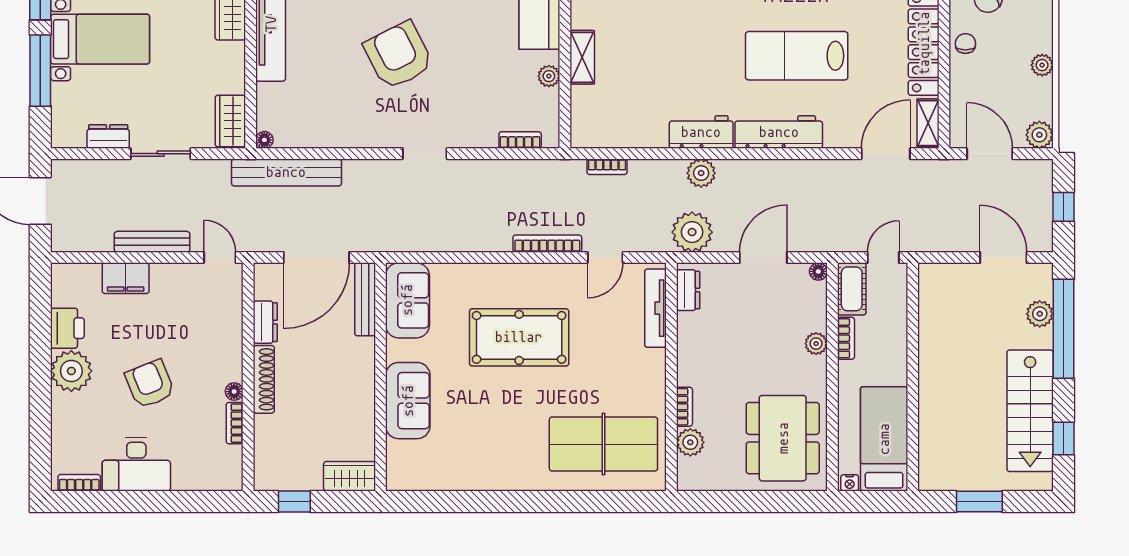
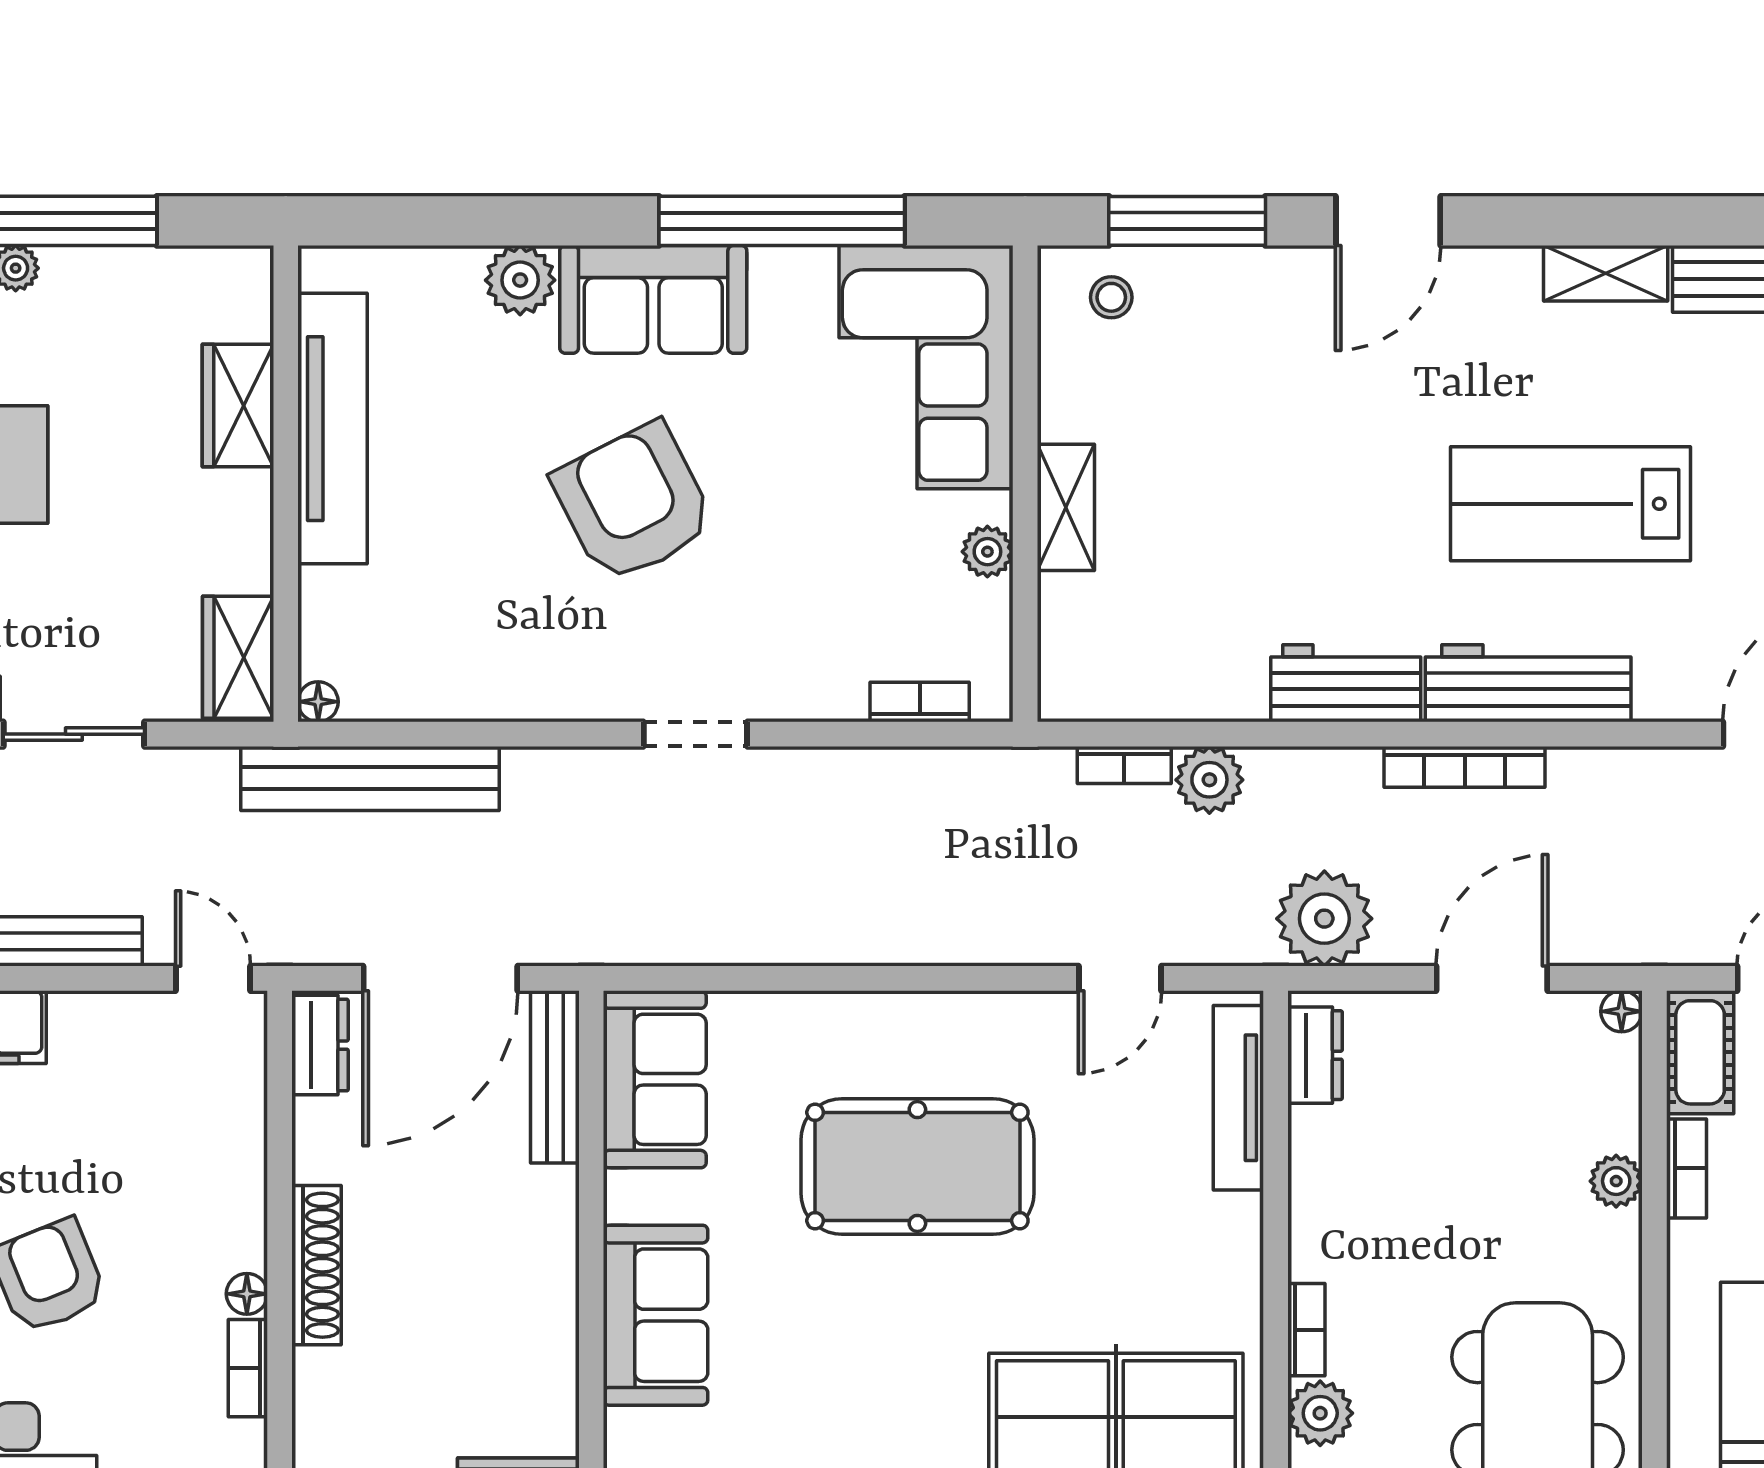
plant: (701, 173) -> (1209, 780), moved
bookcase: (547, 244) -> (1465, 767), moved, turned 180
dresser: (265, 322) -> (320, 1045), moved

